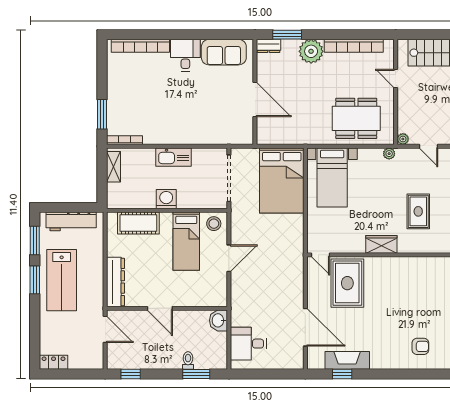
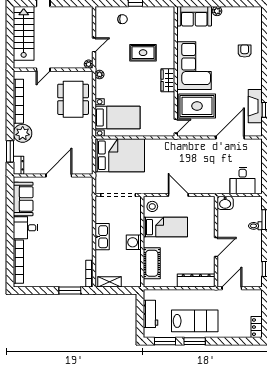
workbench: (71, 221) -> (151, 314), width x0.73
corner sofa: (401, 279) -> (194, 66), added

